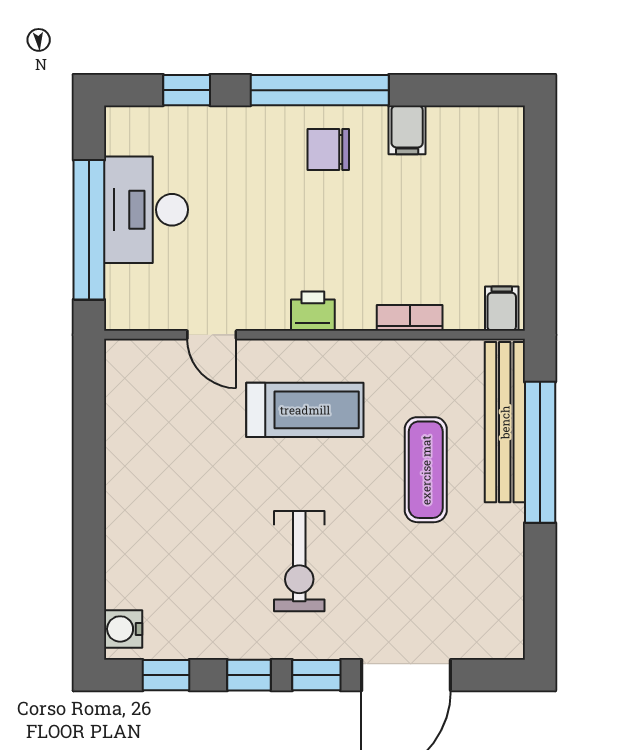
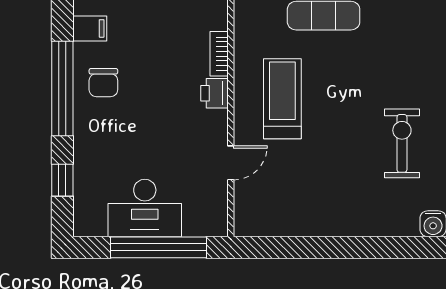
bookcase: (410, 318) -> (219, 54), moved
exercise bike: (299, 561) -> (402, 143), moved, turned -90

